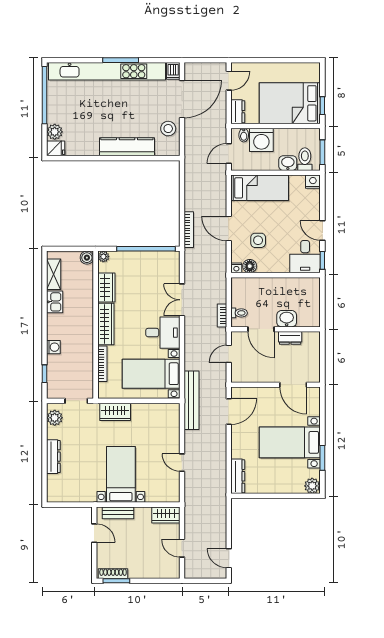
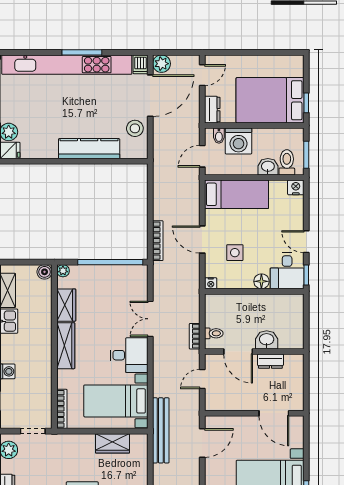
plant: (192, 70) -> (162, 64), added
floor lamp: (250, 266) -> (261, 281), moved
bookcase: (102, 364) -> (62, 409), moved
wardrobe: (115, 412) -> (112, 443), moved

